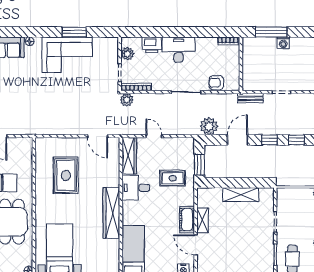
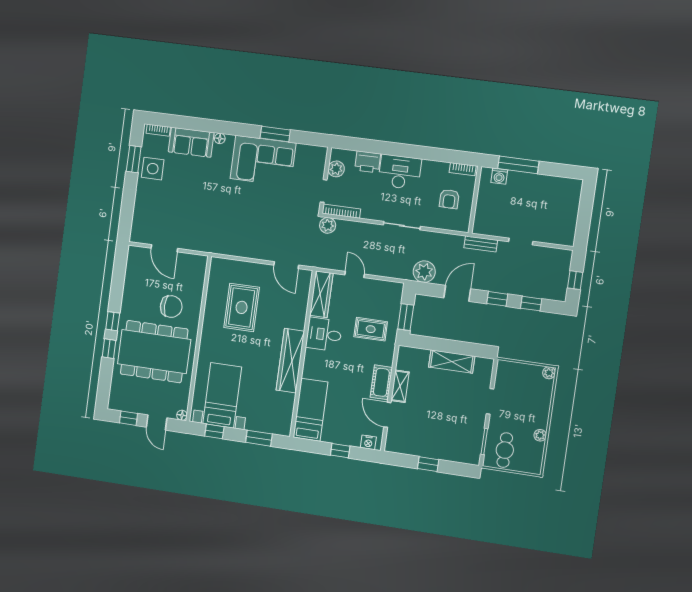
washing machine: (283, 43) -> (499, 176), moved
armchair: (216, 83) -> (449, 199), moved, turned -90

